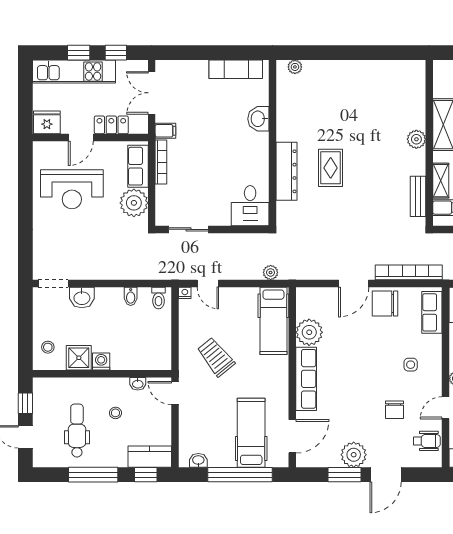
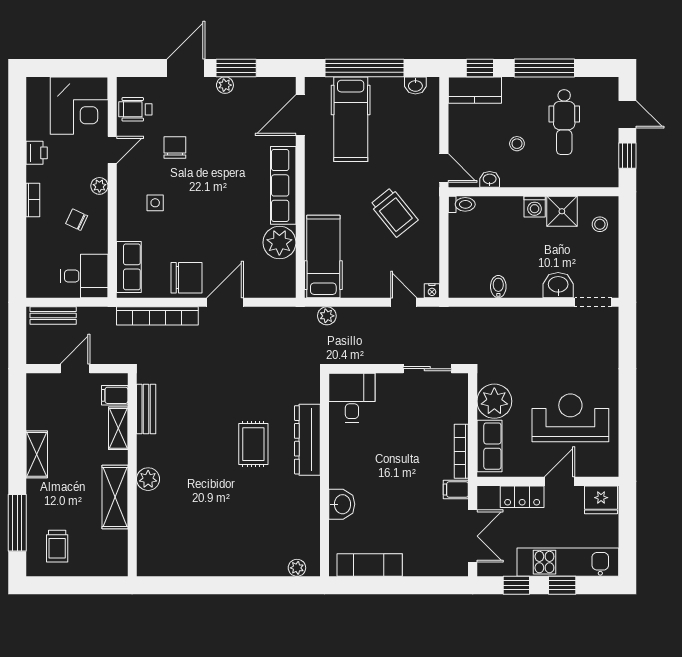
toilet: (159, 298) -> (462, 204), moved, turned 90
plant: (354, 455) -> (225, 85), width x0.53, depth x0.53

